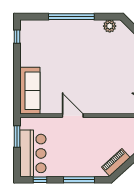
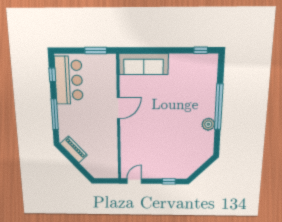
plant: (110, 26) -> (208, 124), moved
bar counter: (33, 153) -> (69, 80), moved, turned -90

